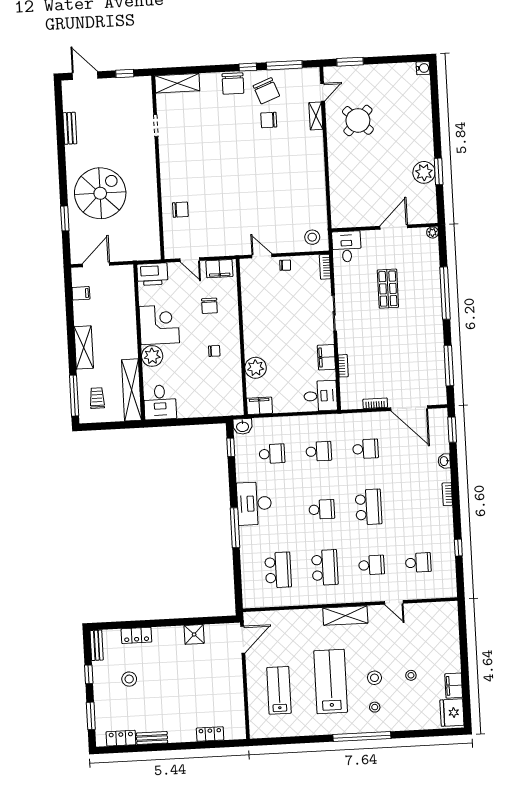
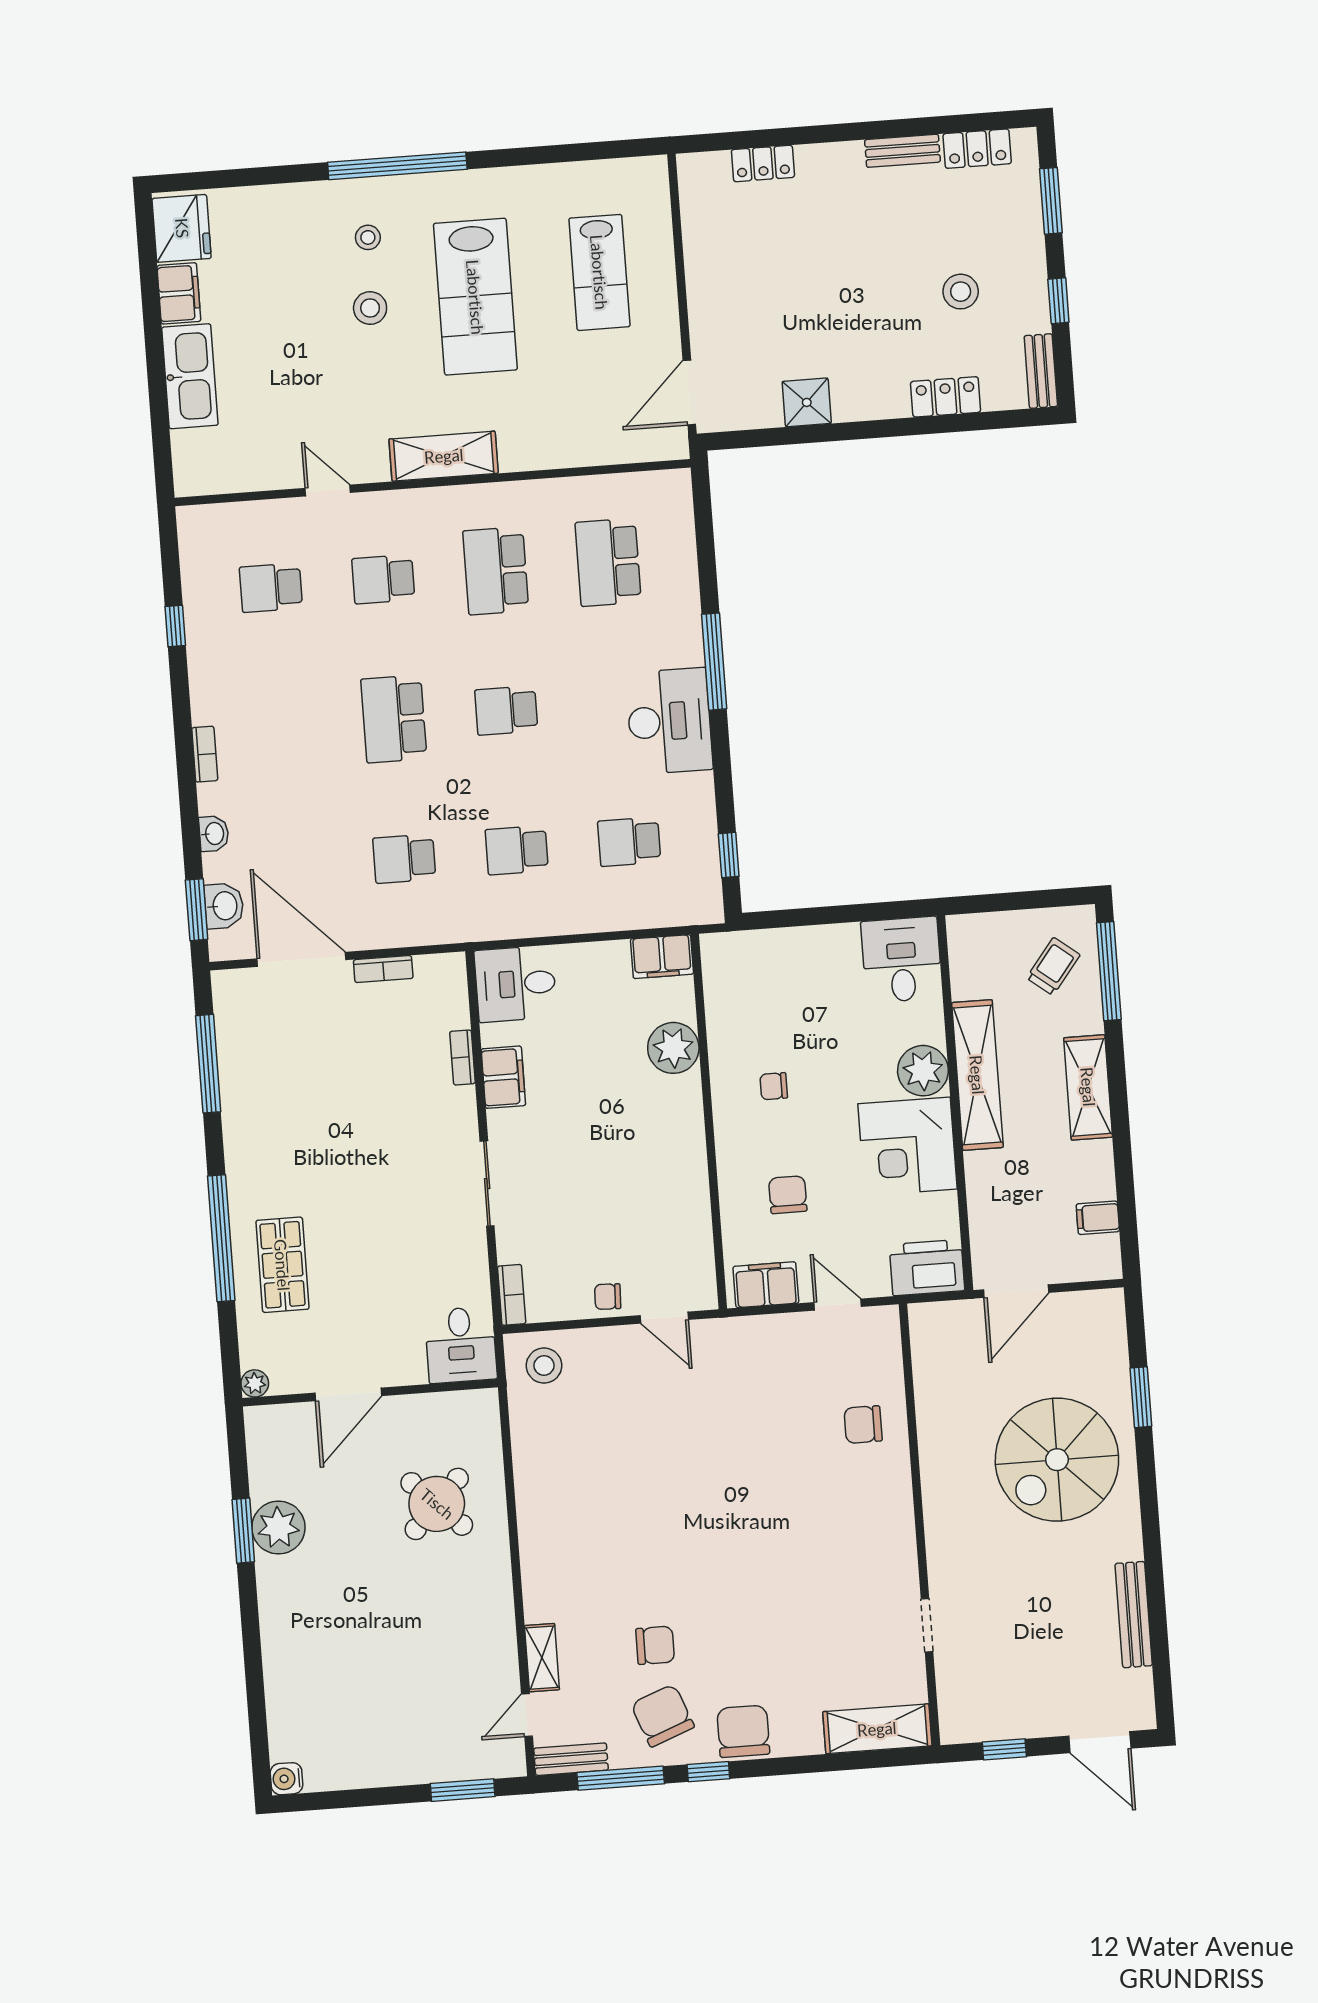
bench: (305, 74) -> (571, 1759), added
round table: (358, 120) -> (437, 1504), moved
bench: (70, 128) -> (1134, 1615), width x1.36
door: (96, 265) -> (1016, 1291), moved
shop shelf: (388, 289) -> (282, 1265), moved
shelving: (131, 390) -> (977, 1075), moved
trolley: (97, 398) -> (1053, 966), turned -142
washbasin: (243, 426) -> (224, 906), moved, turned 90
kitchen sink: (450, 651) -> (190, 376), added
stool: (411, 675) -> (282, 316), removed

